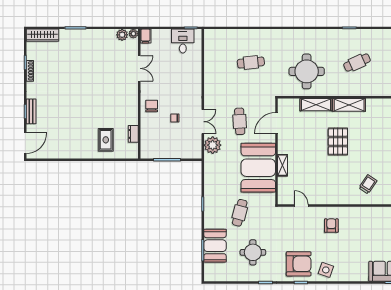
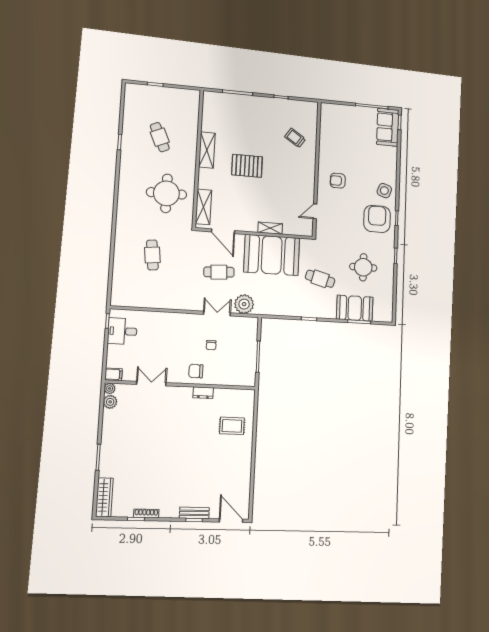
shelving: (316, 105) -> (204, 207), moved
dresser: (133, 134) -> (203, 393), moved

